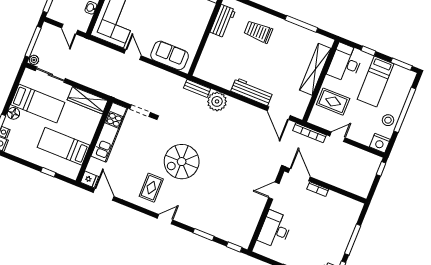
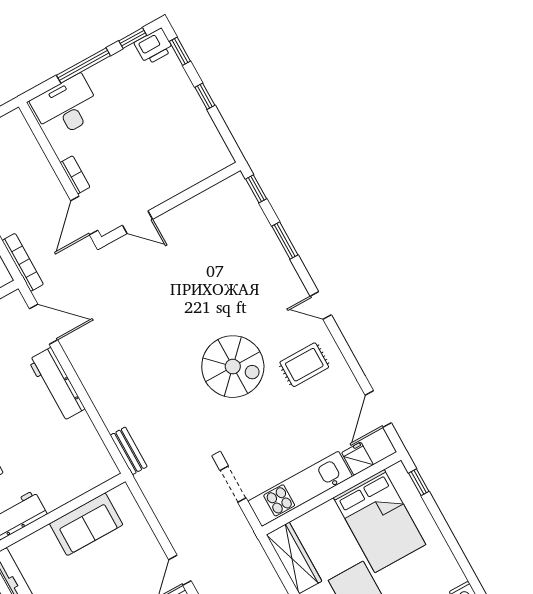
sofa: (170, 56) -> (86, 524), moved, turned -90
plant: (217, 101) -> (116, 410), removed
door: (279, 113) -> (43, 324), hinge flipped
bed: (64, 146) -> (379, 521), width x1.50
window: (48, 172) -> (419, 482), moved
fridge: (89, 179) -> (357, 459), moved
desk: (275, 230) -> (66, 107), moved, turned 180

